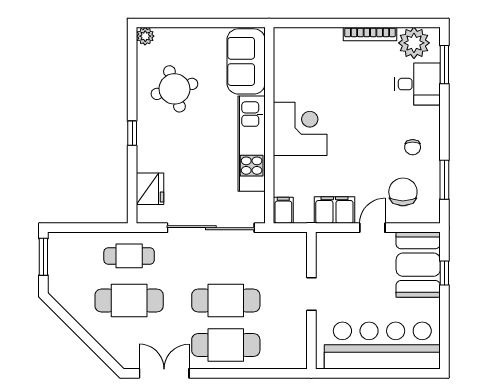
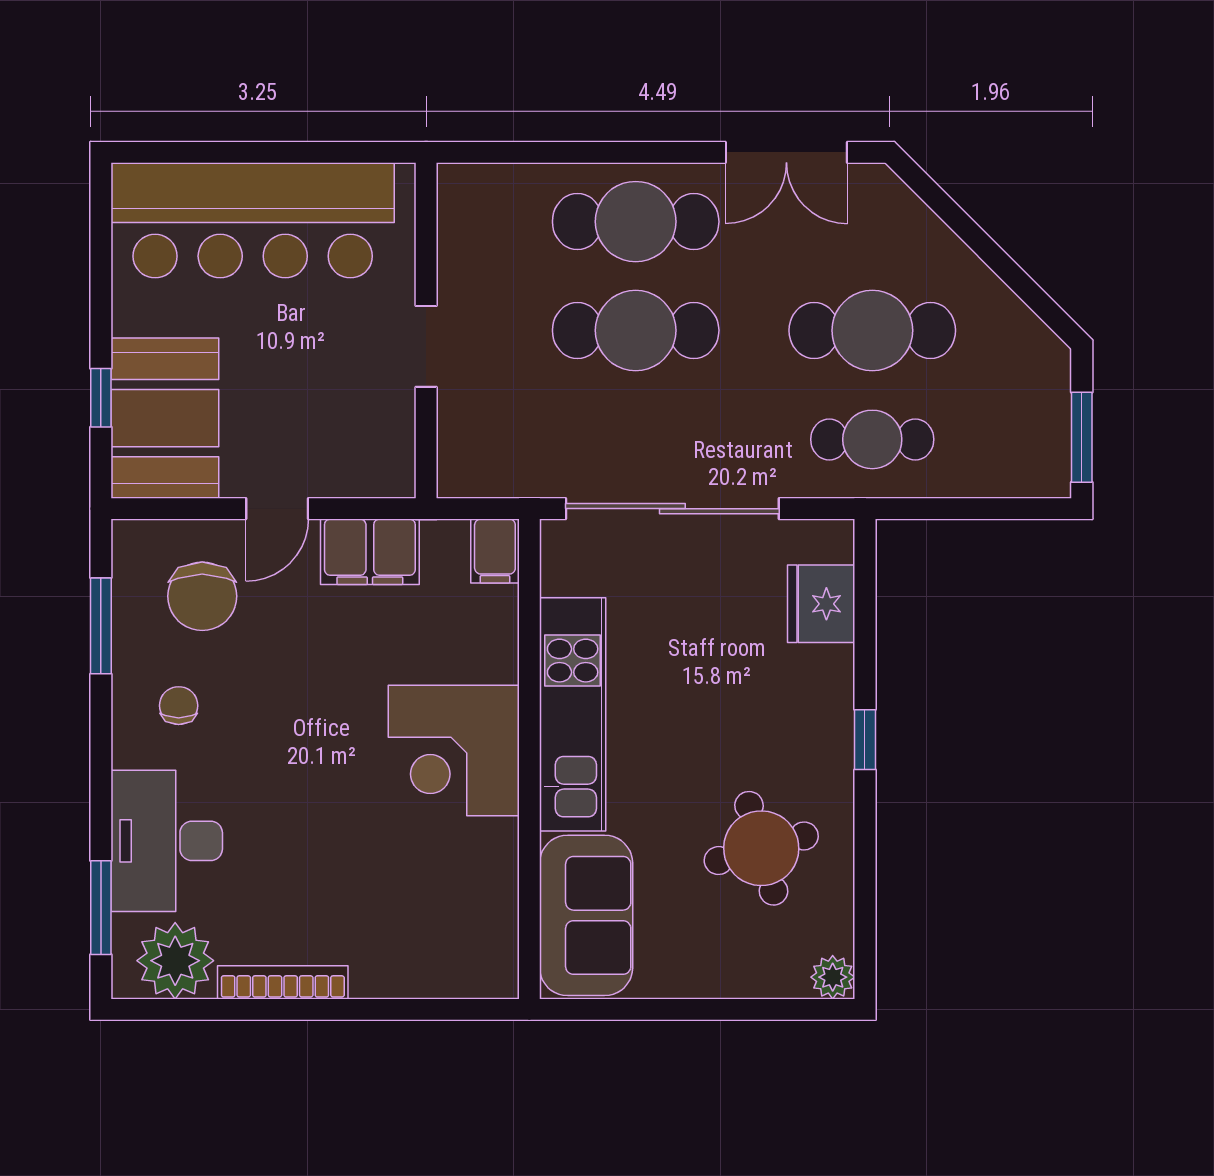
desk: (417, 84) -> (167, 841), width x1.37

